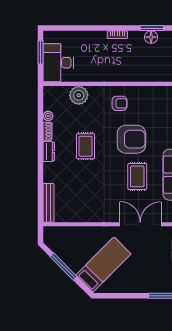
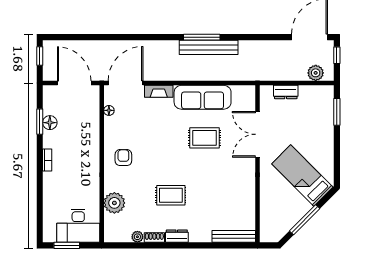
floor lamp: (162, 90) -> (109, 110), added
armchair: (131, 139) -> (163, 144), removed

